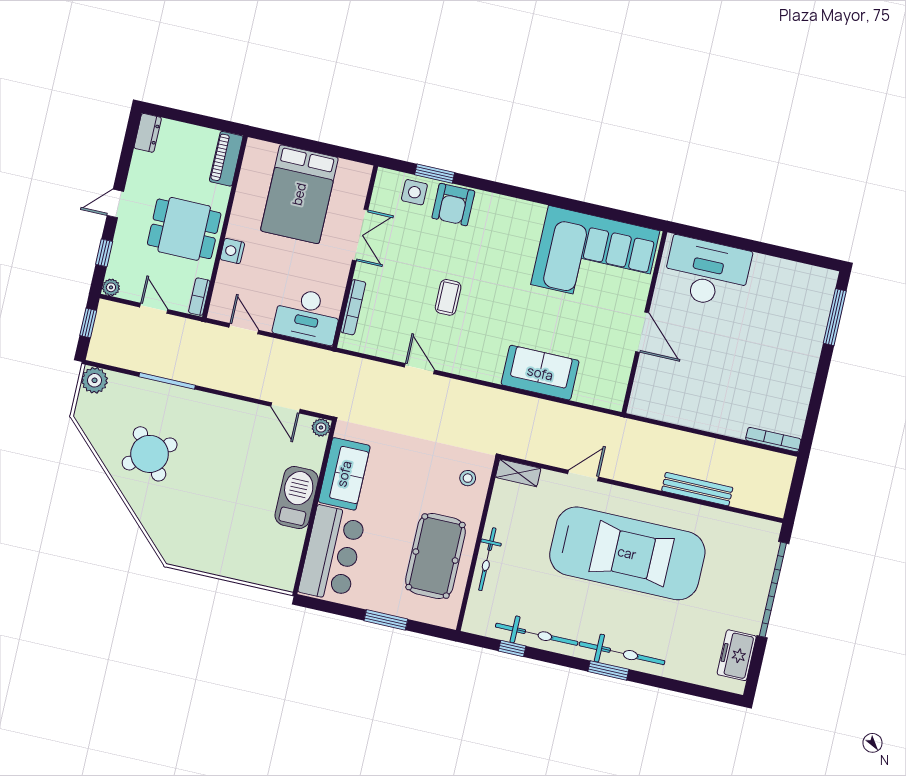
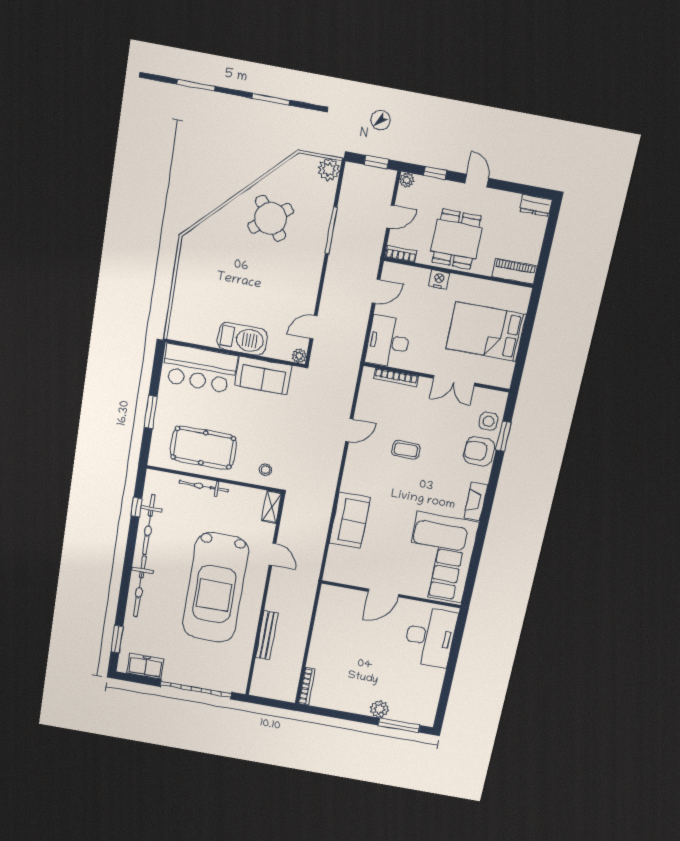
fireplace: (520, 210) -> (476, 501), added
plant: (810, 343) -> (379, 709), added
window: (608, 670) -> (117, 639), moved

